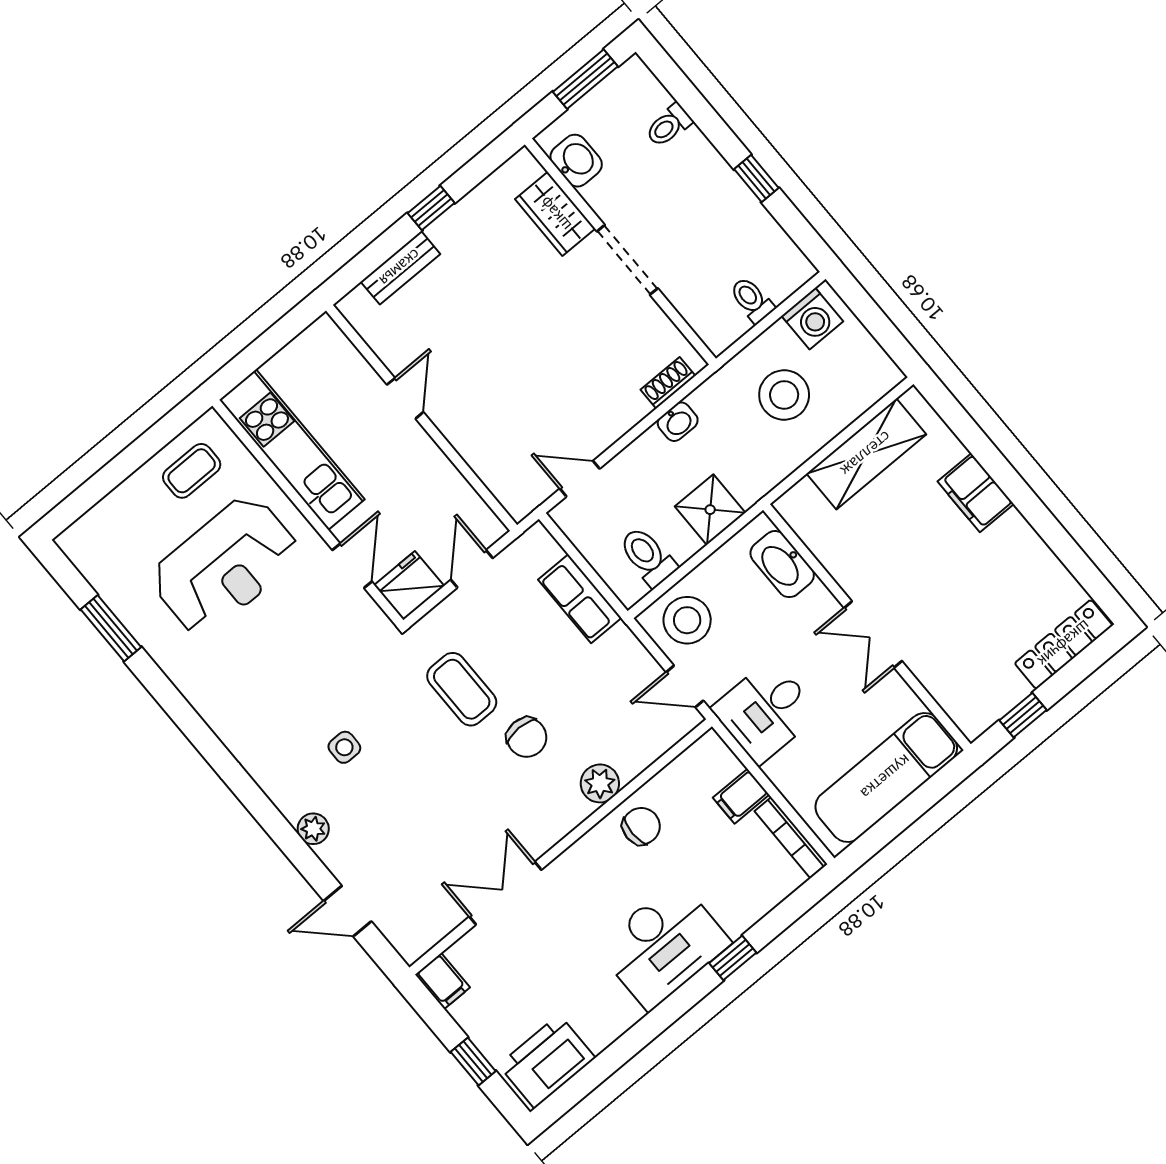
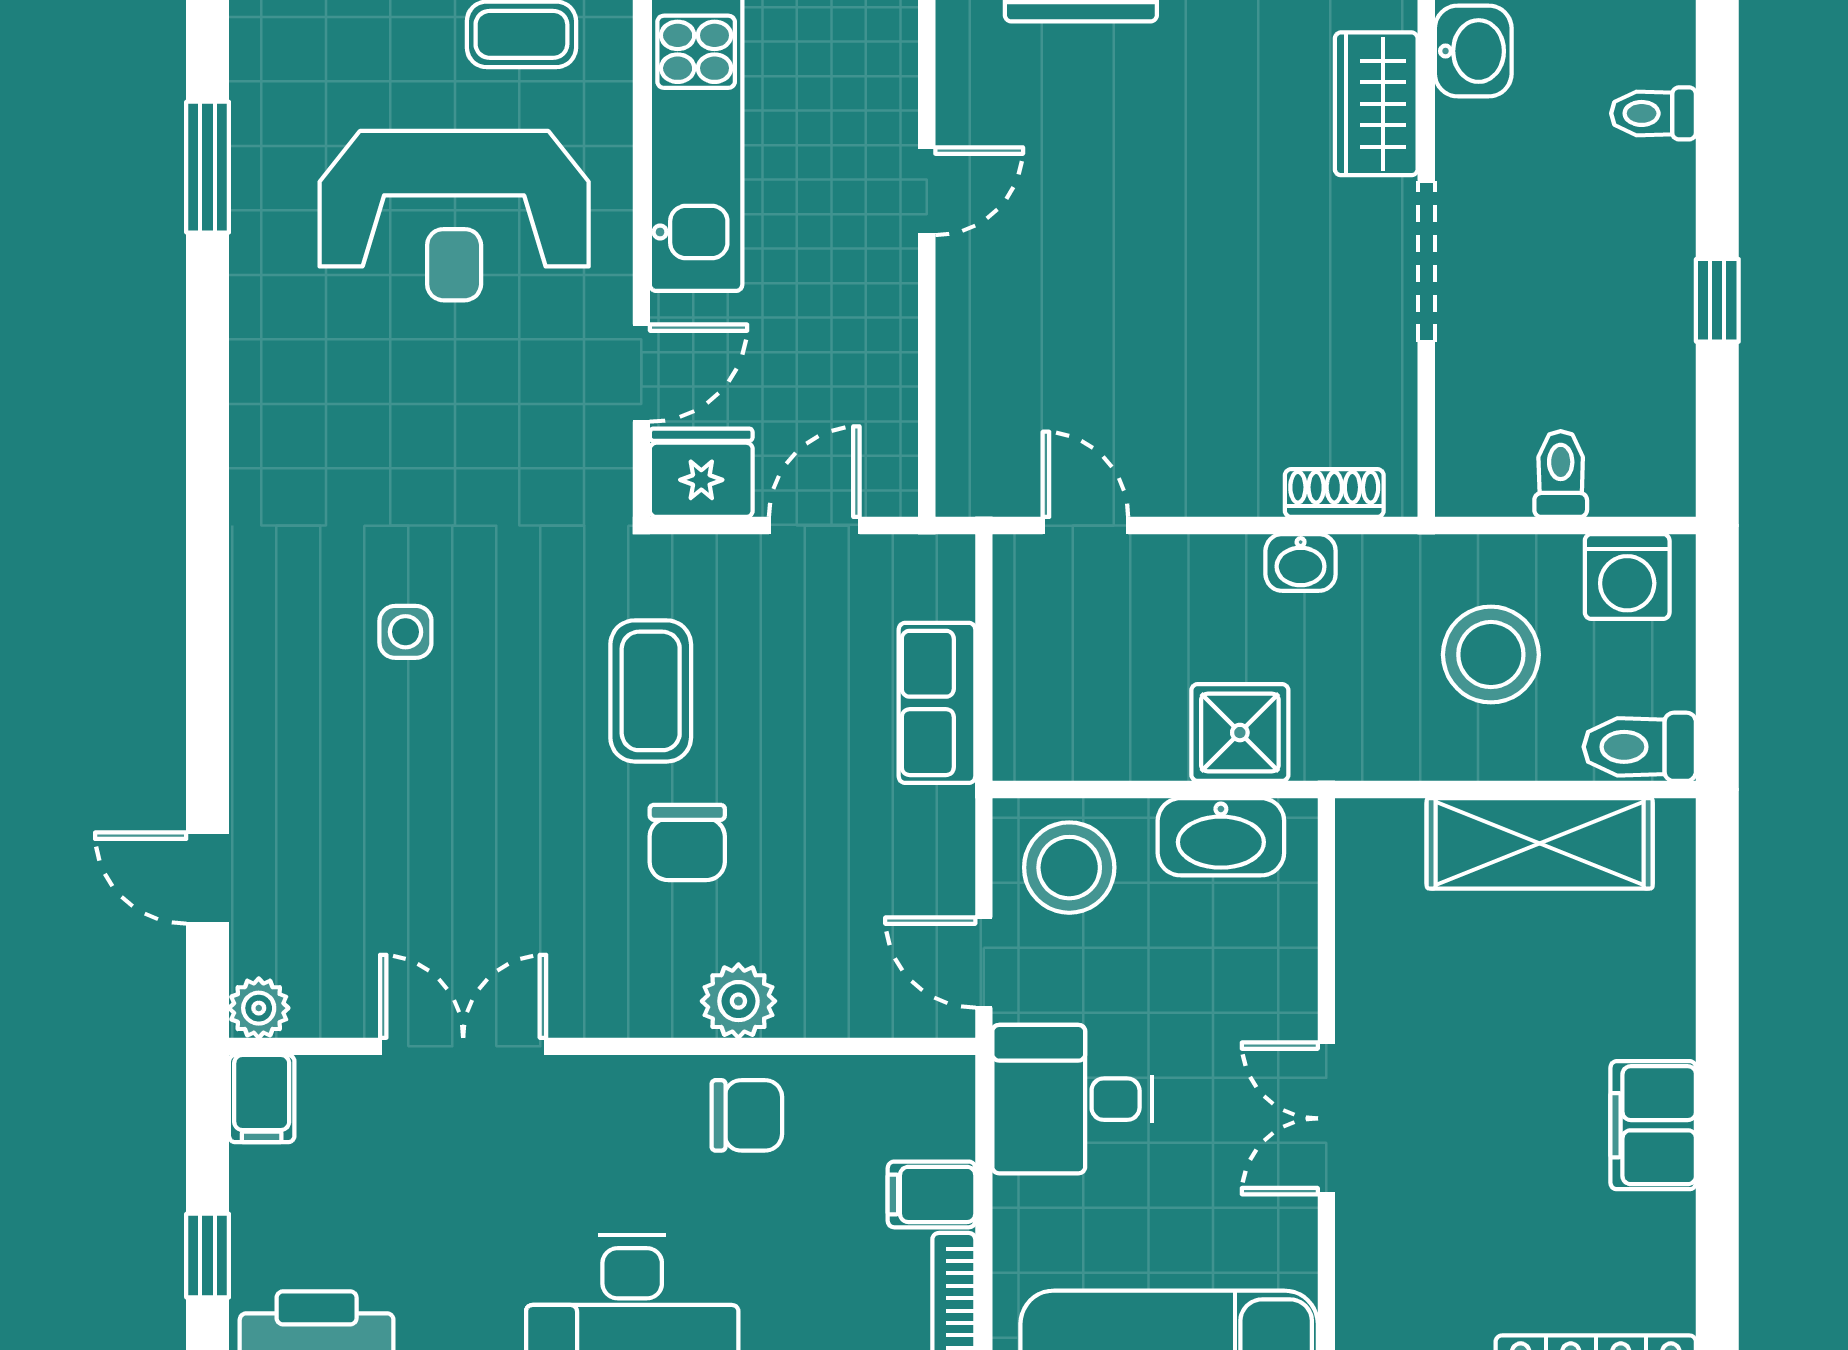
filing cabinet: (976, 493) -> (1653, 1125), moved
toilet: (648, 557) -> (1640, 747), moved, turned -90
washbasin: (782, 564) -> (1221, 837), moved, turned -90
plant: (313, 829) -> (259, 1008), moved

